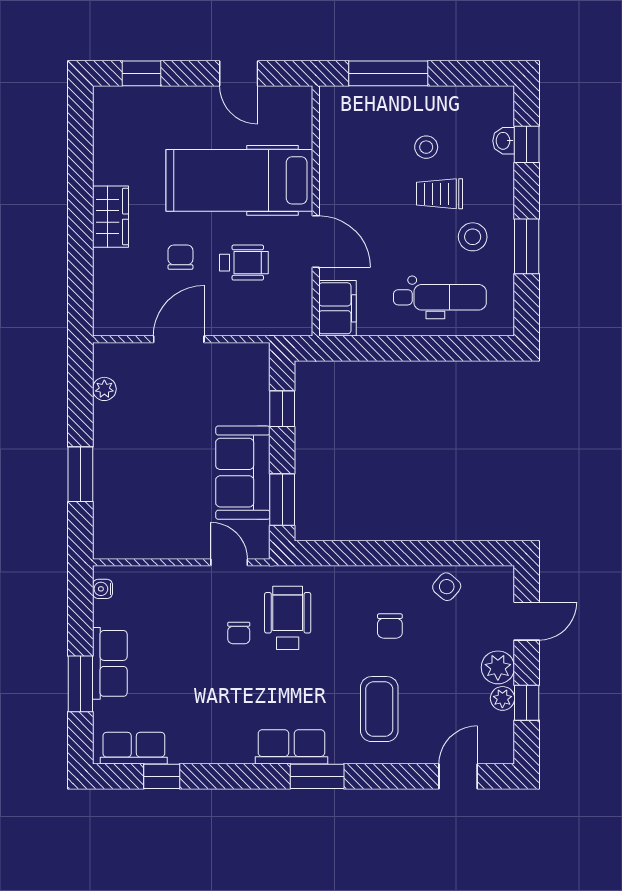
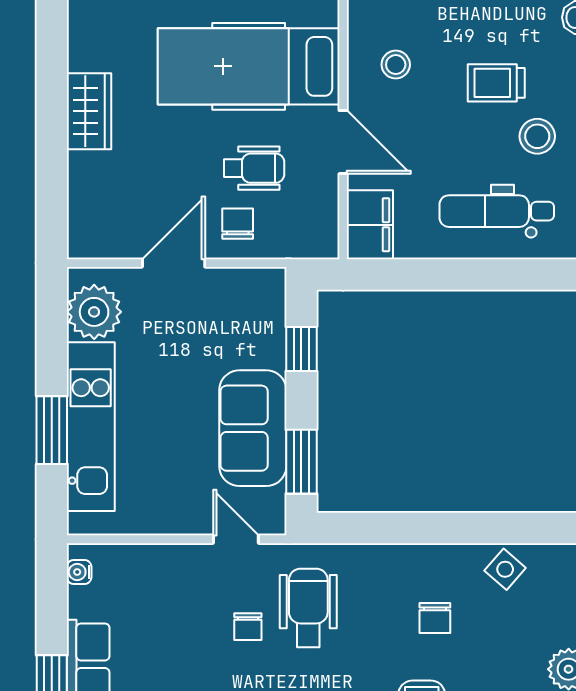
stool: (426, 147) -> (396, 65), moved
chair: (180, 257) -> (238, 224), moved
dental chair: (440, 297) -> (497, 211), turned 180
plant: (104, 389) -> (94, 312), width x1.87, depth x1.87
kitchen unit: (112, 471) -> (91, 427), added

